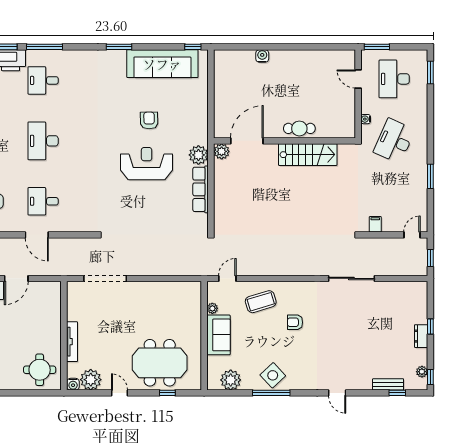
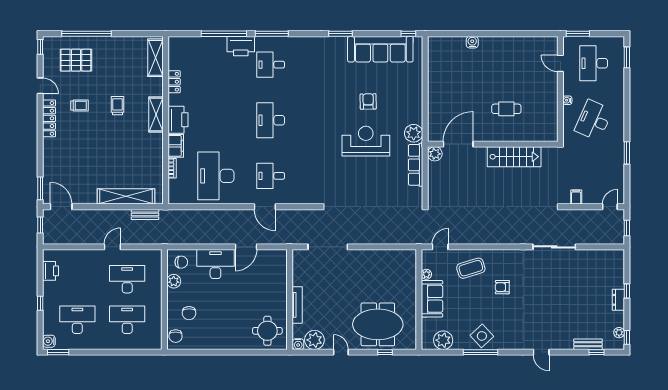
door: (247, 141) -> (458, 144), moved
wall: (285, 141) -> (493, 144), moved
plant: (222, 151) -> (435, 154), moved
stairs: (308, 155) -> (514, 157), moved

